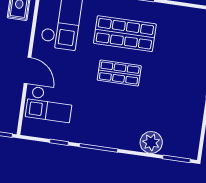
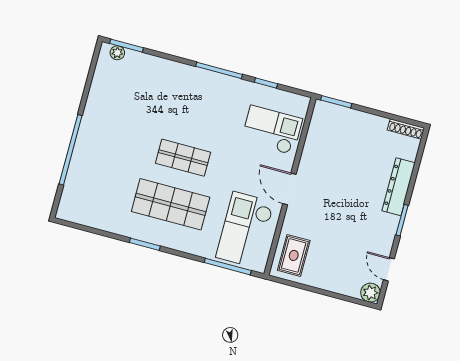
door: (28, 70) -> (289, 189), moved
plant: (151, 142) -> (117, 53), moved, width x0.53, depth x0.53

